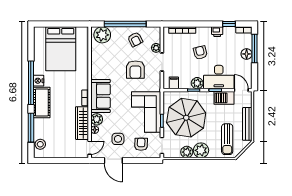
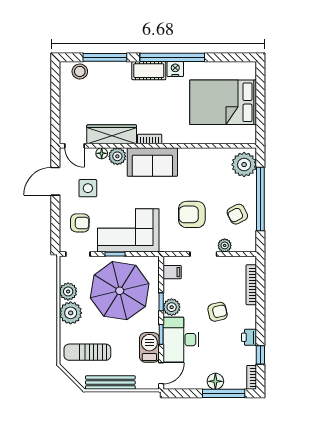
cot: (42, 102) -> (149, 71), width x0.73, depth x0.75

